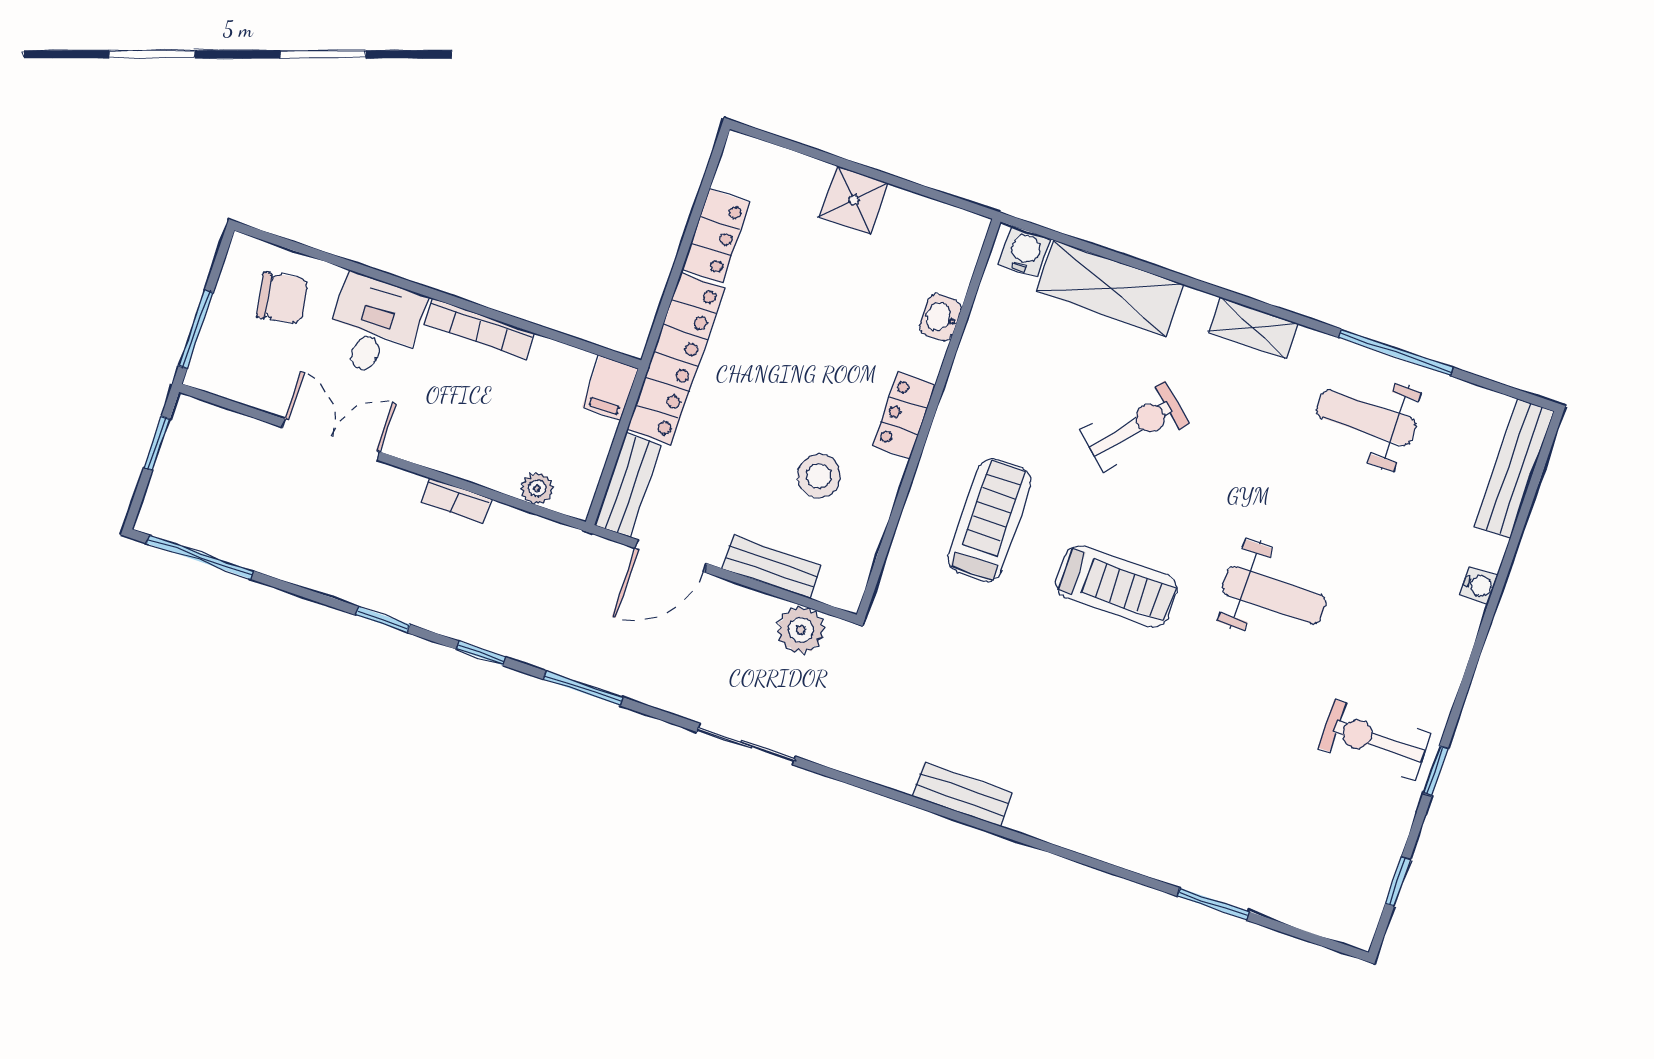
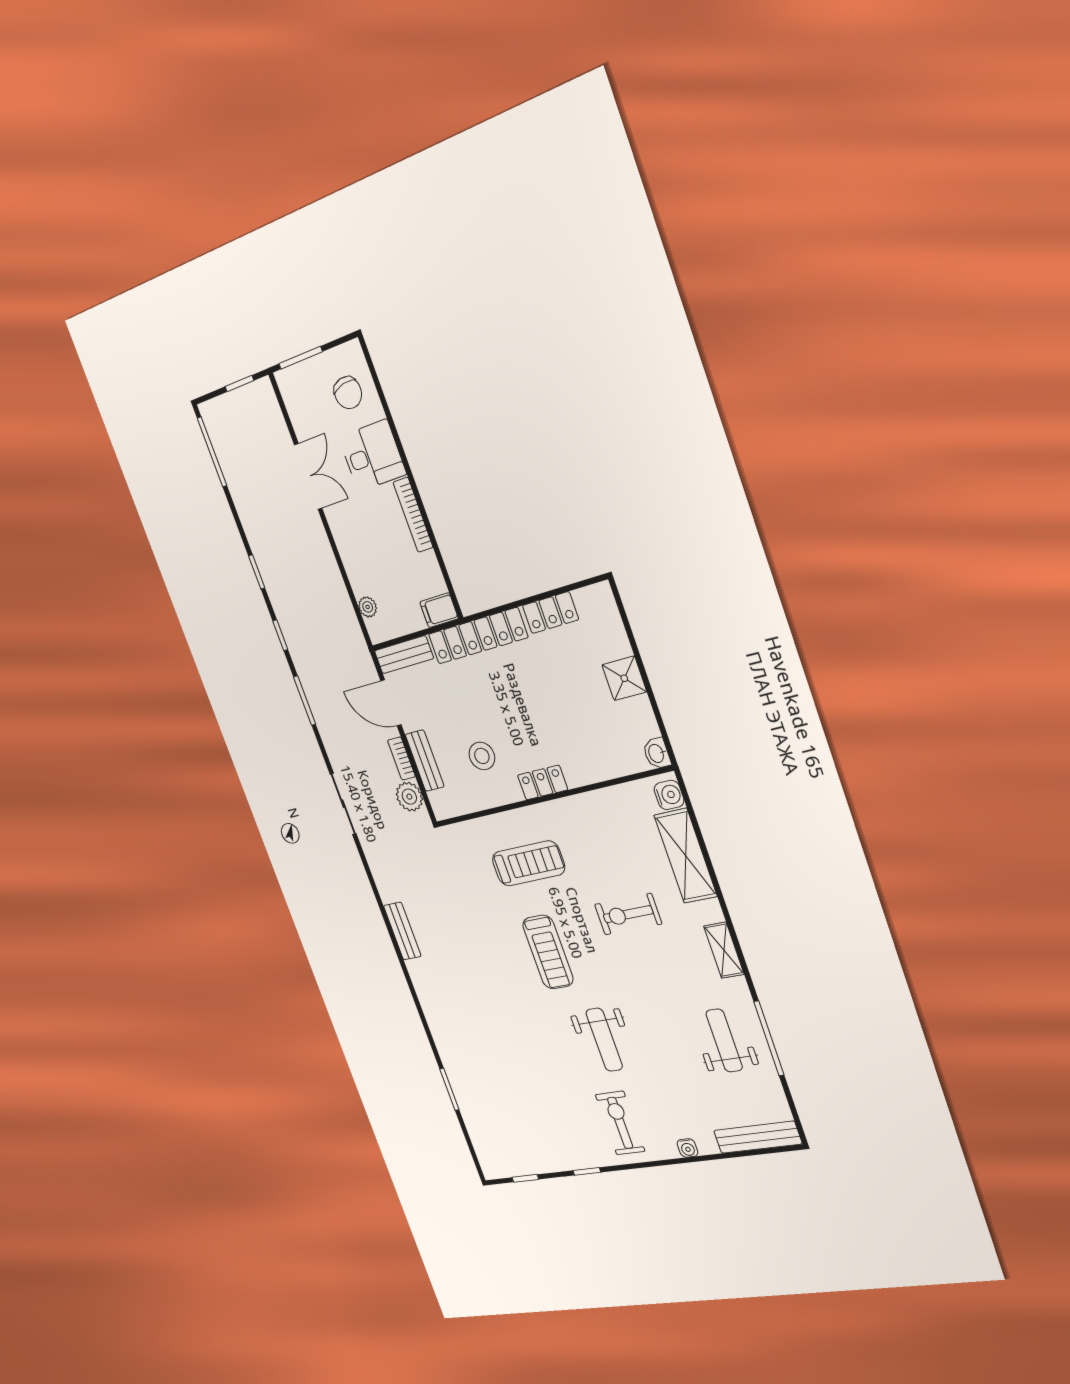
washbasin: (940, 317) -> (657, 753), moved, turned -90
exercise bike: (1135, 427) -> (628, 914), turned 139
bookcase: (456, 501) -> (401, 759), moved
exercise bike: (1375, 740) -> (620, 1123), moved

